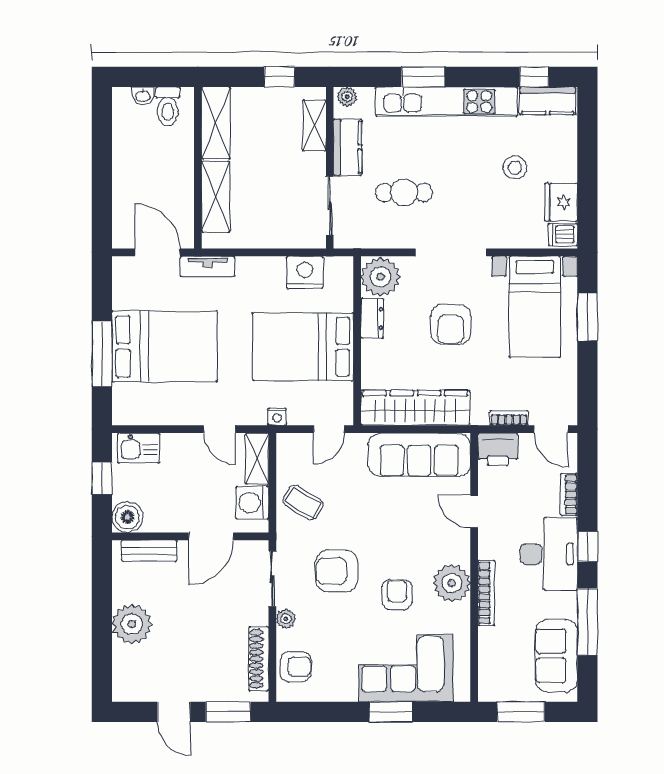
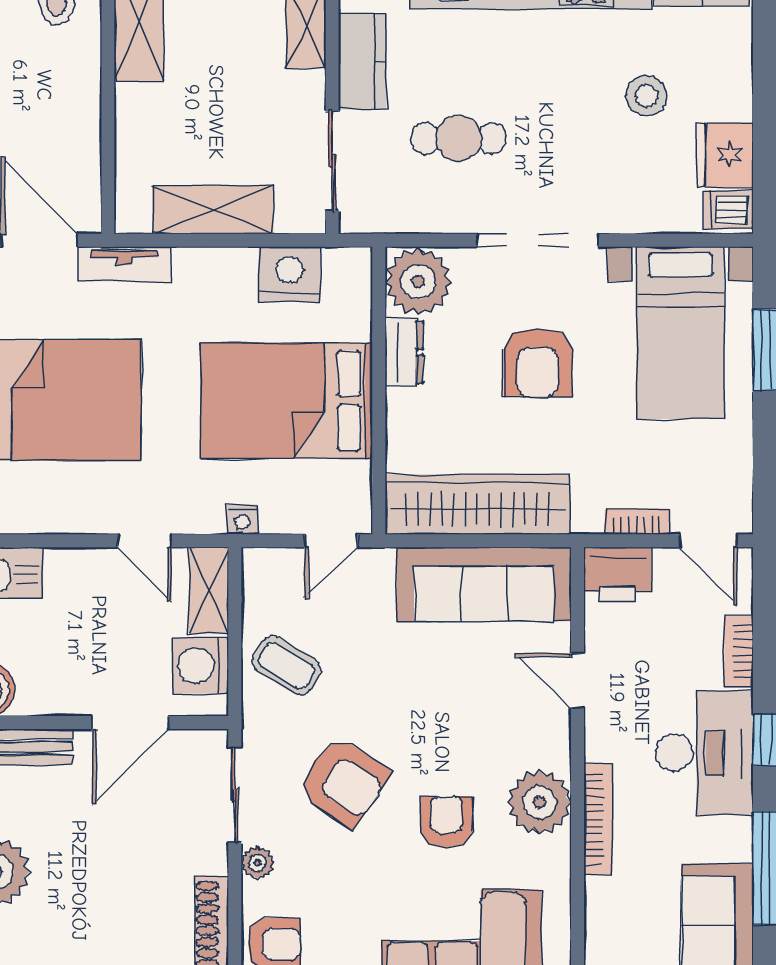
shelving: (216, 197) -> (213, 210), moved, turned 90
armchair: (337, 571) -> (344, 782), turned -146

